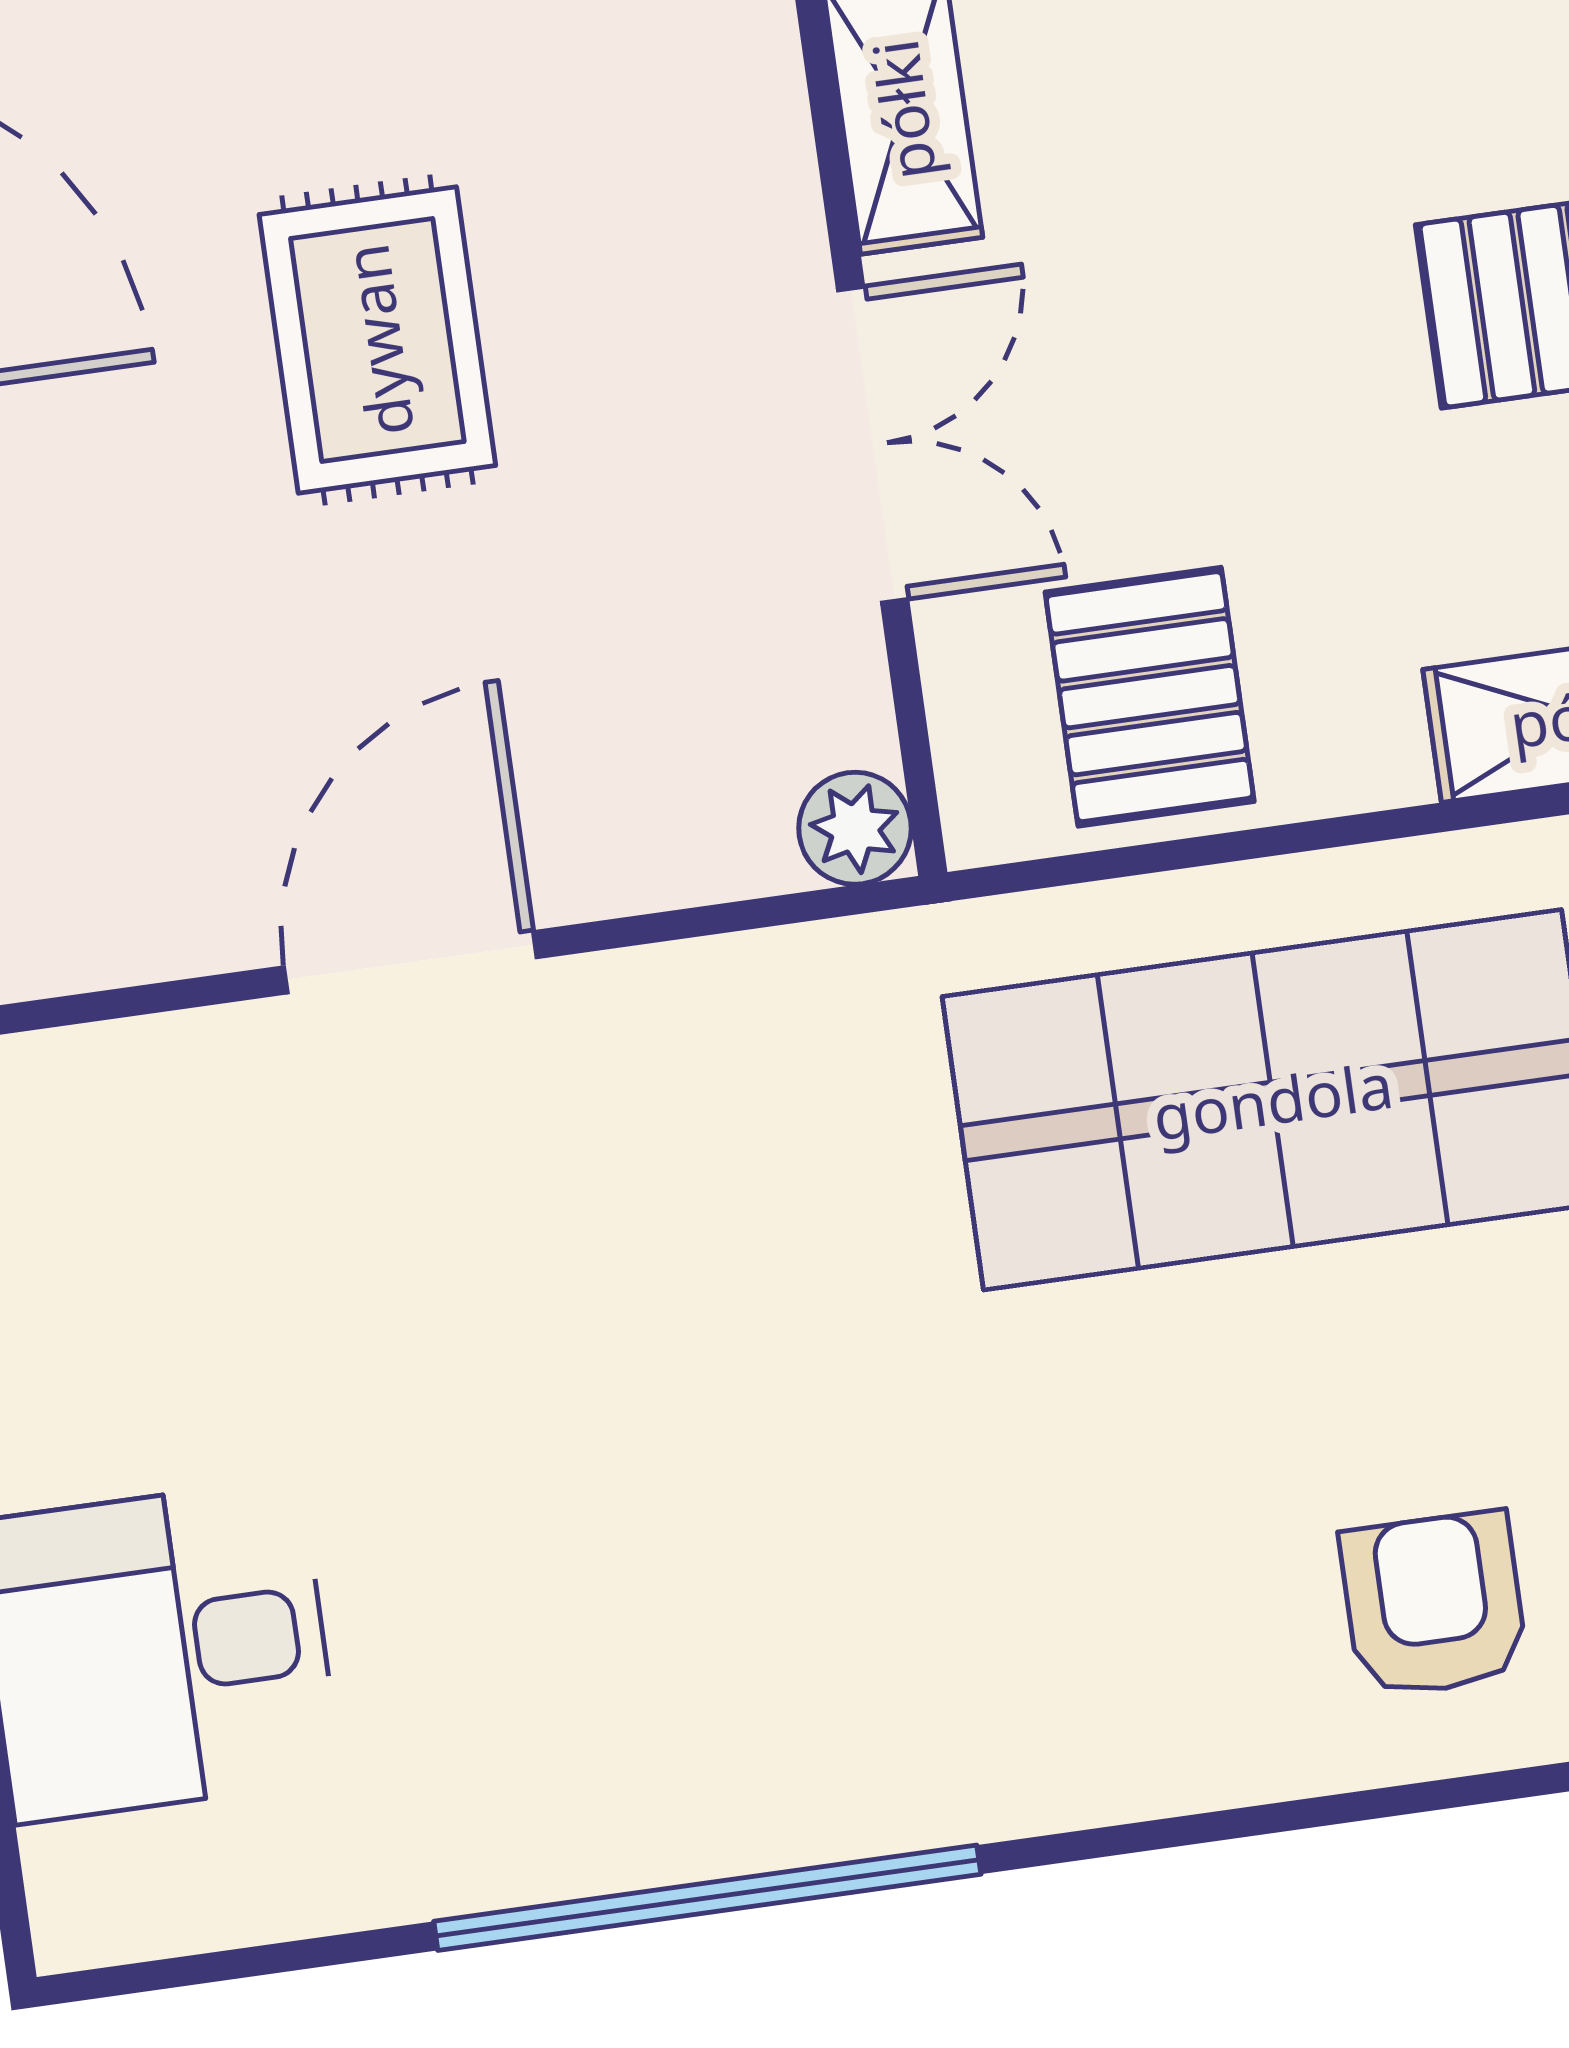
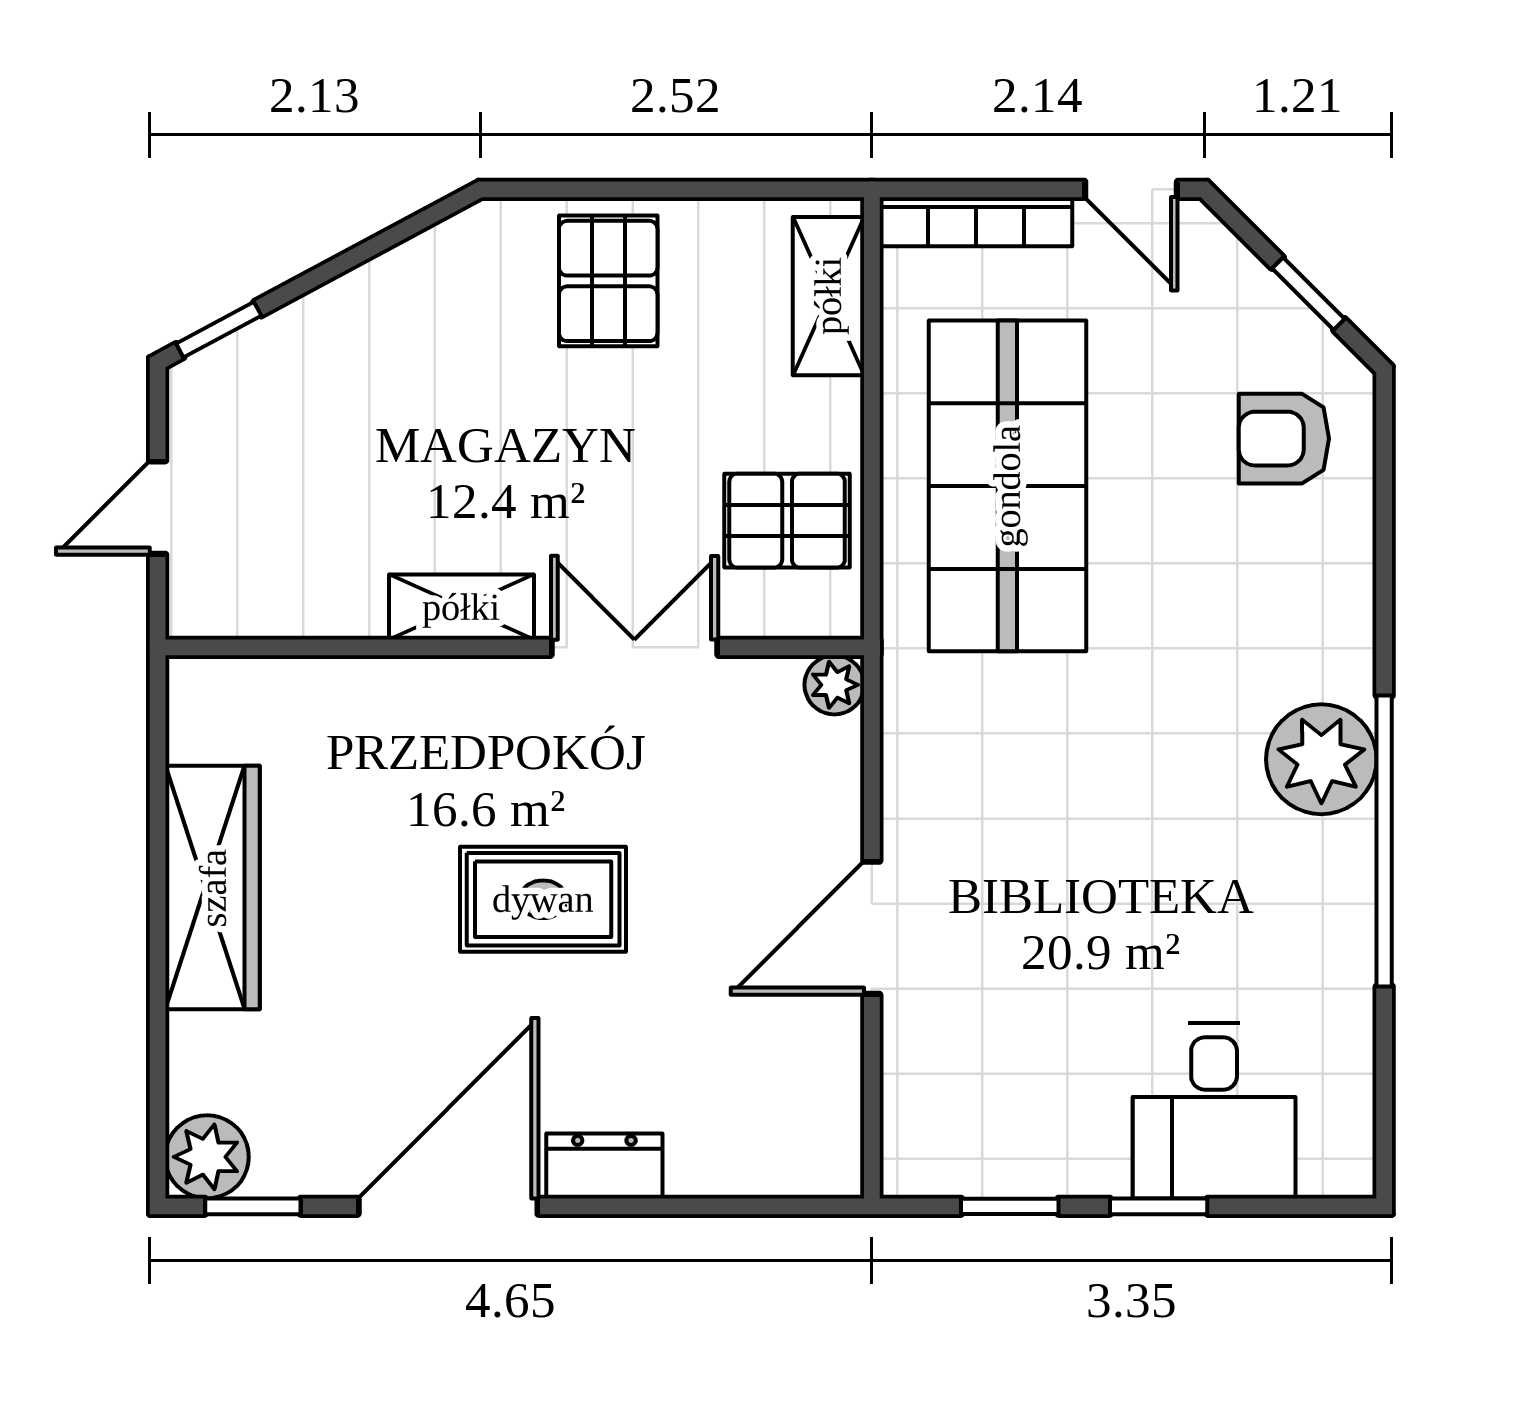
door: (410, 962) -> (872, 928), hinge flipped
plant: (844, 1759) -> (1321, 759), added

